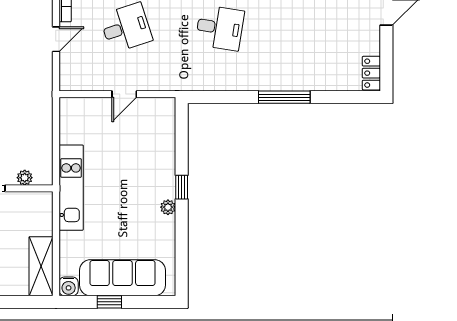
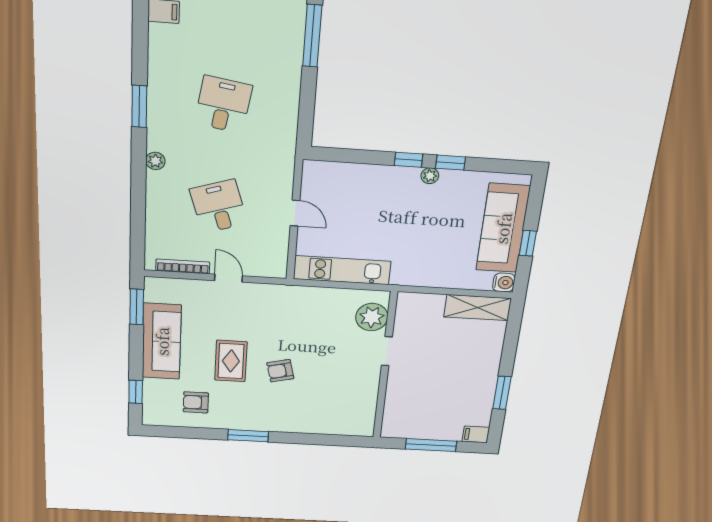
plant: (25, 178) -> (372, 317), width x1.87, depth x1.87
kitchen unit: (71, 188) -> (342, 270), moved
window: (182, 224) -> (451, 163), added

